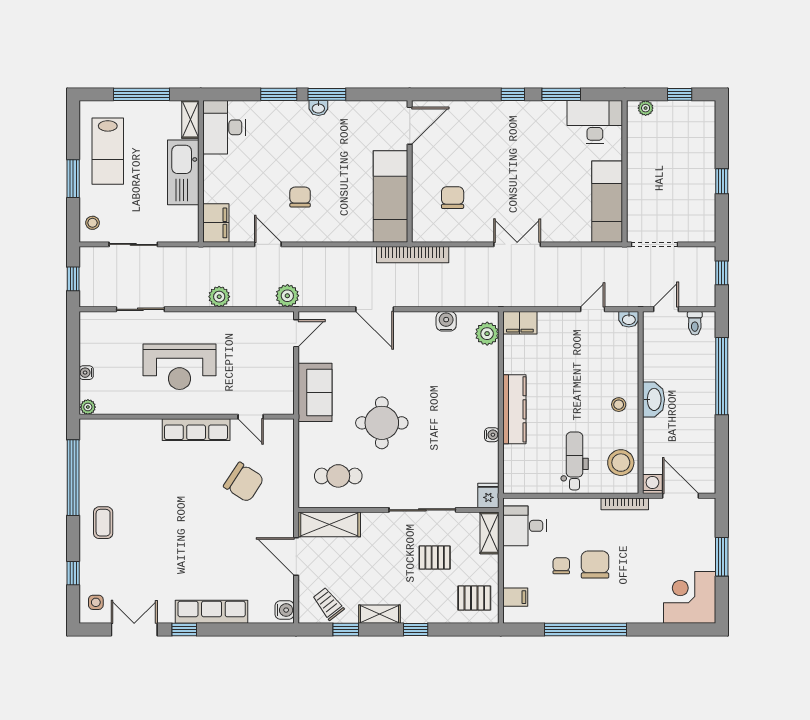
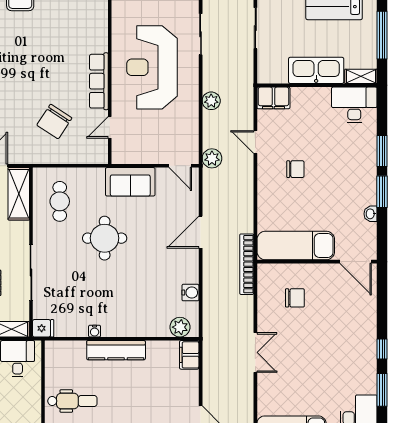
washbasin: (318, 108) -> (371, 214), moved
door: (268, 244) -> (255, 142), swing flipped
reception desk: (180, 367) -> (152, 67), width x1.36, depth x1.30

